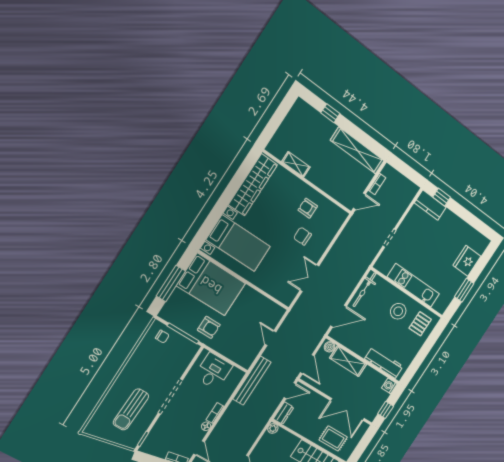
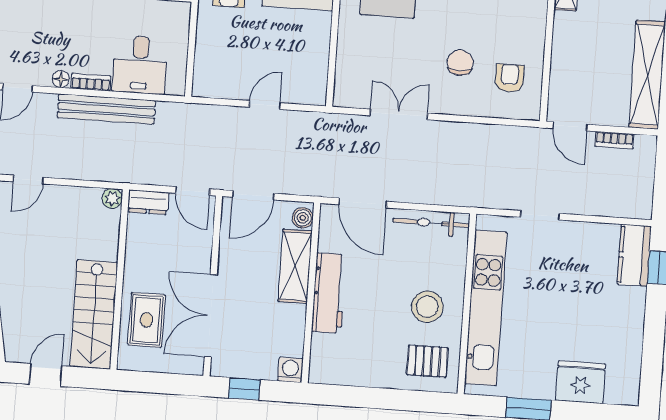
armchair: (308, 208) -> (510, 78), moved
kitchen unit: (413, 285) -> (486, 308), width x1.36
workbench: (384, 363) -> (329, 293), moved
desk: (213, 371) -> (140, 65), moved, turned 90
bench: (252, 381) -> (106, 109), moved

